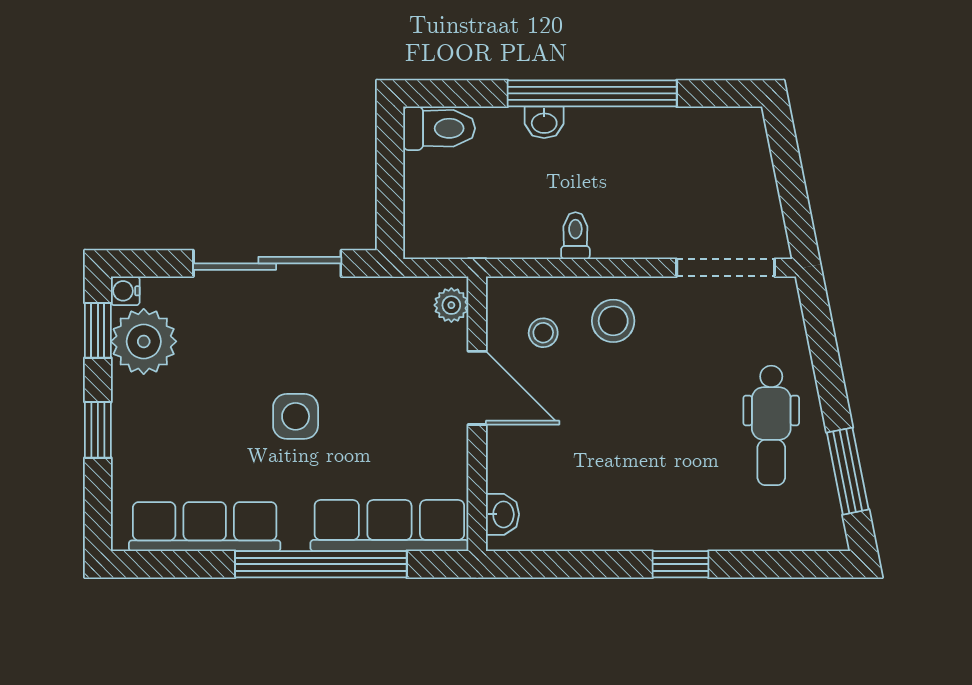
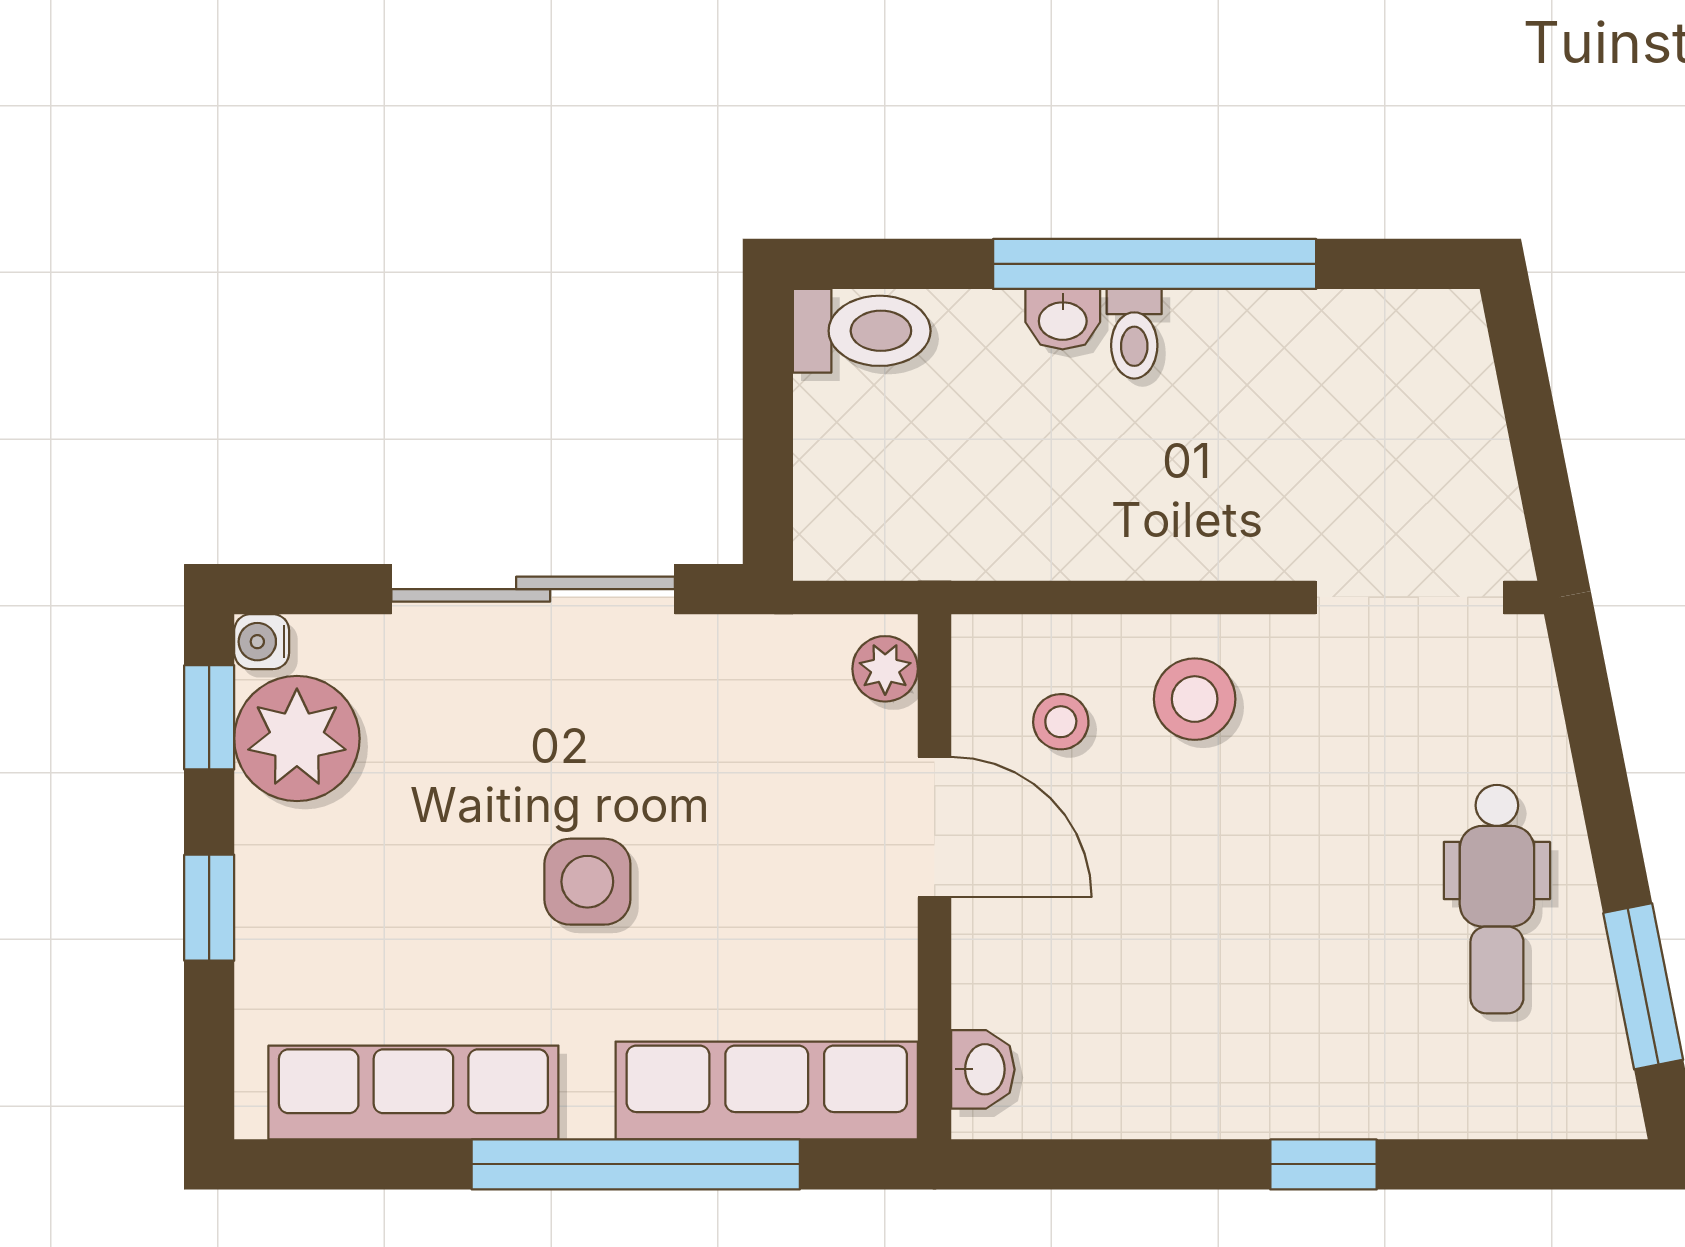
toilet: (575, 236) -> (1134, 334), moved, turned 180

